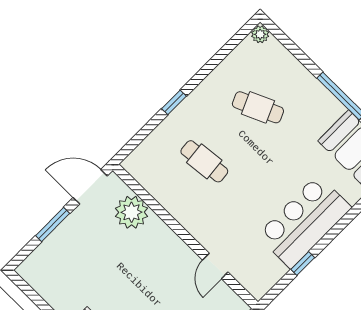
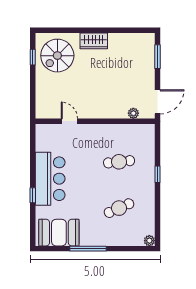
plant: (131, 212) -> (133, 113), width x0.53, depth x0.53
window: (53, 225) -> (157, 57), moved
window: (303, 263) -> (33, 195), moved

